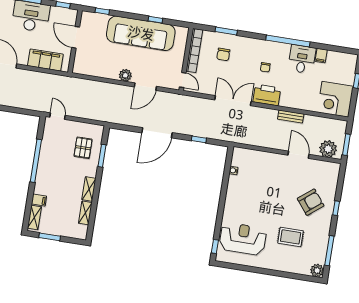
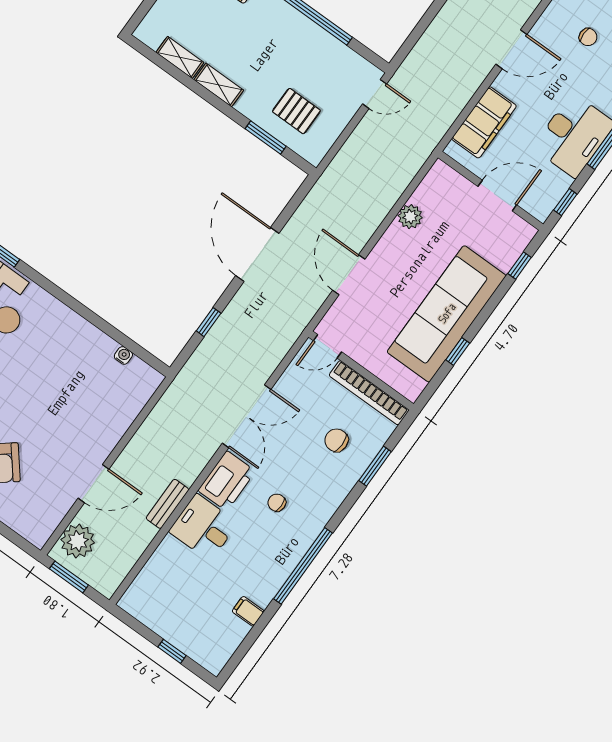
desk: (302, 59) -> (203, 527), moved, turned 180
plant: (125, 75) -> (410, 217), moved
corner desk: (335, 99) -> (159, 598), removed

